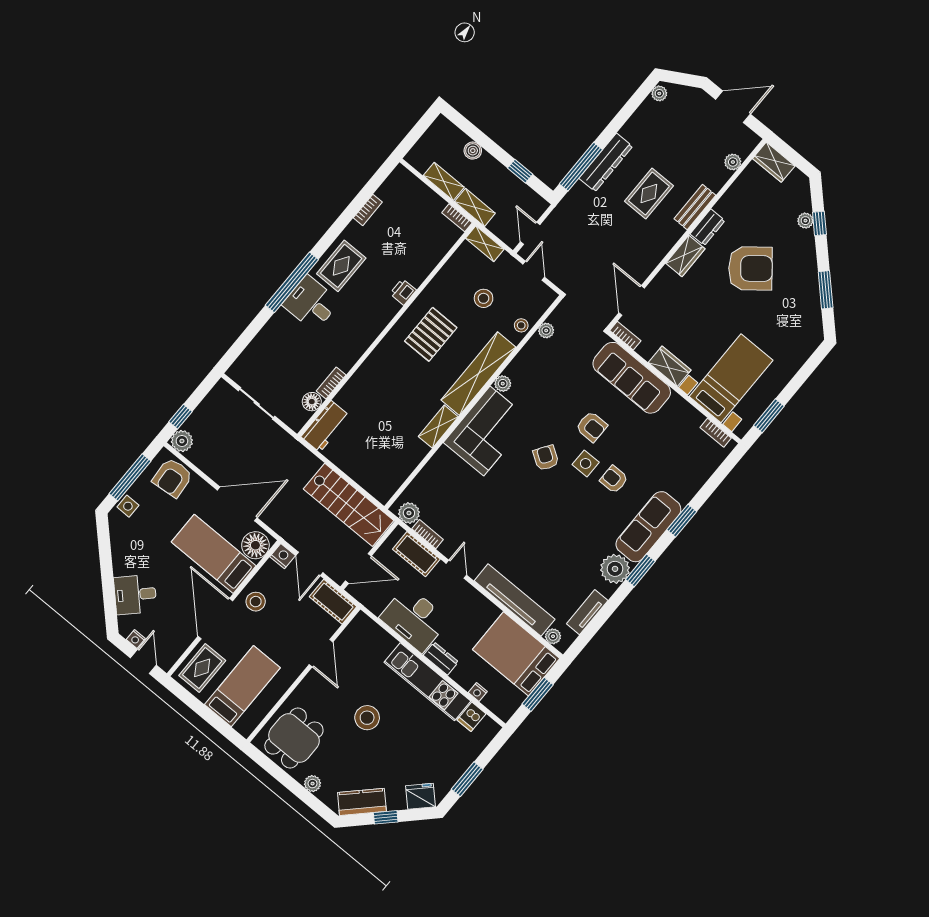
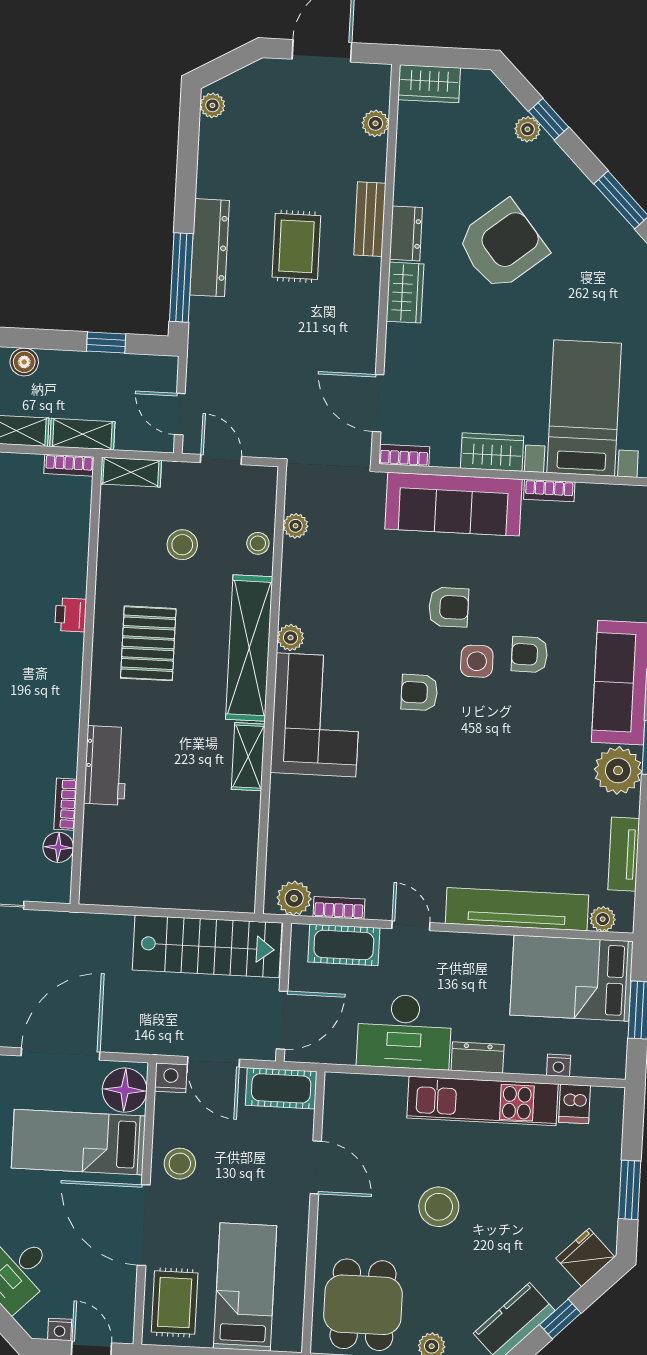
workbench: (325, 426) -> (106, 765), moved
bookcase: (716, 433) -> (549, 491), moved
armchair: (546, 458) -> (419, 692), turned -33

